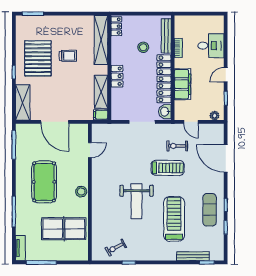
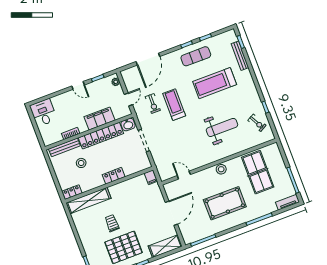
desk: (211, 46) -> (43, 113), moved
shelving: (101, 92) -> (132, 184), removed
weight bench: (137, 201) -> (222, 127), moved

